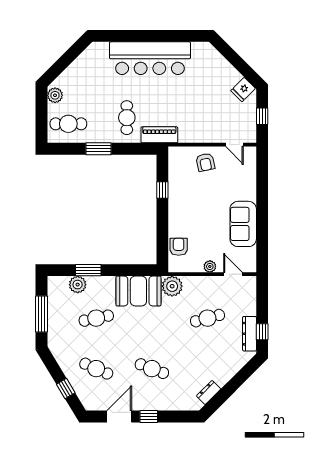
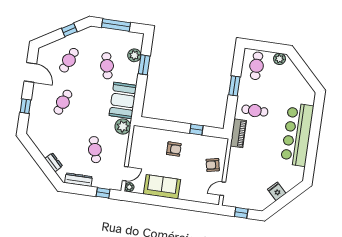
fridge: (243, 90) -> (277, 191), moved
armchair: (179, 247) -> (174, 149), moved
plant: (210, 266) -> (129, 187), moved
window: (262, 332) -> (103, 193), moved
window: (66, 389) -> (69, 30), moved
dresser: (209, 392) -> (54, 162), moved
window: (149, 417) -> (25, 106), moved

